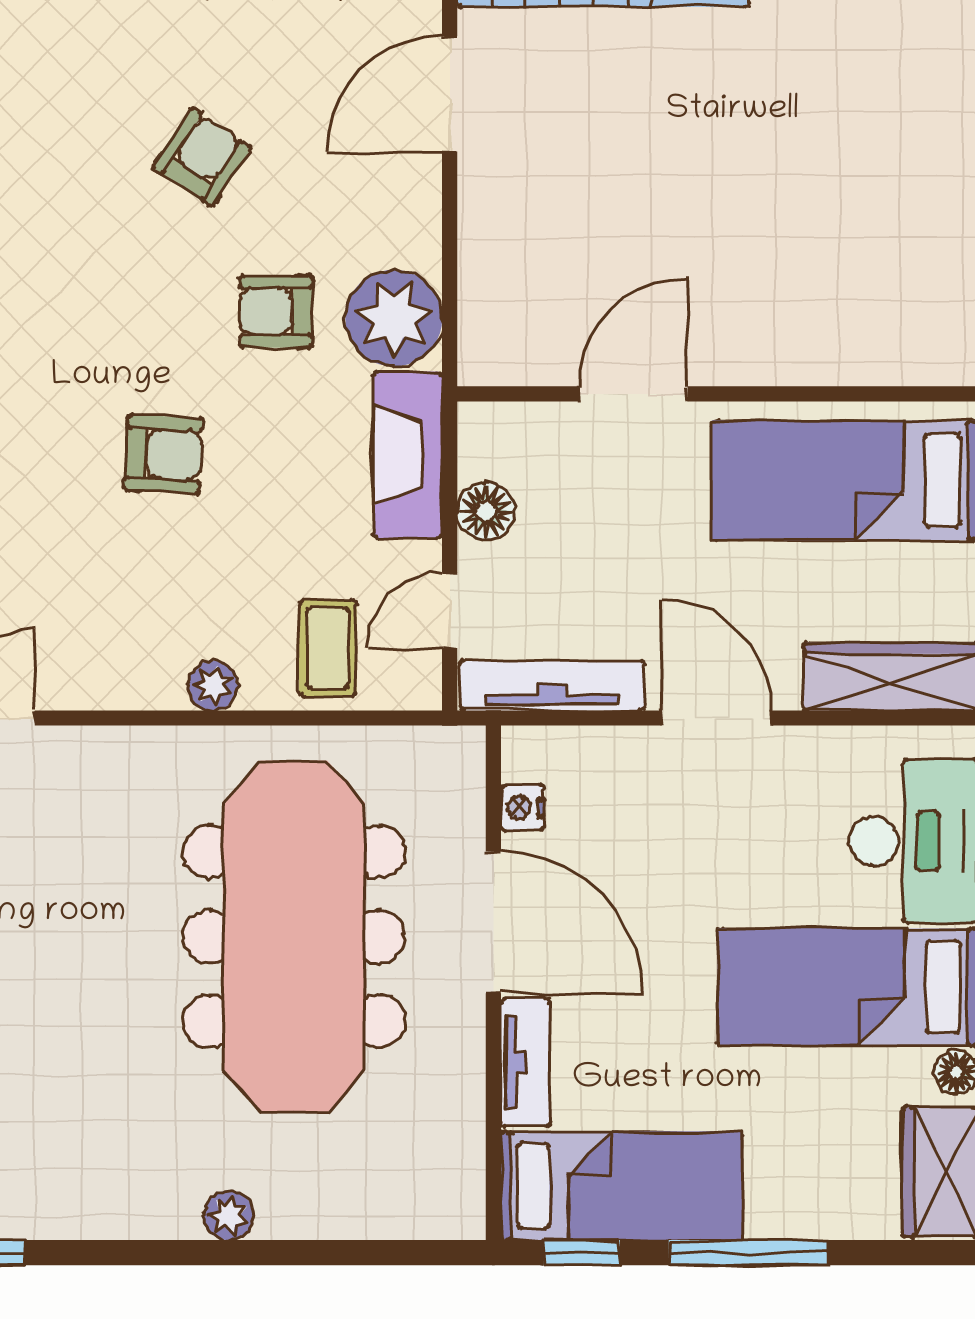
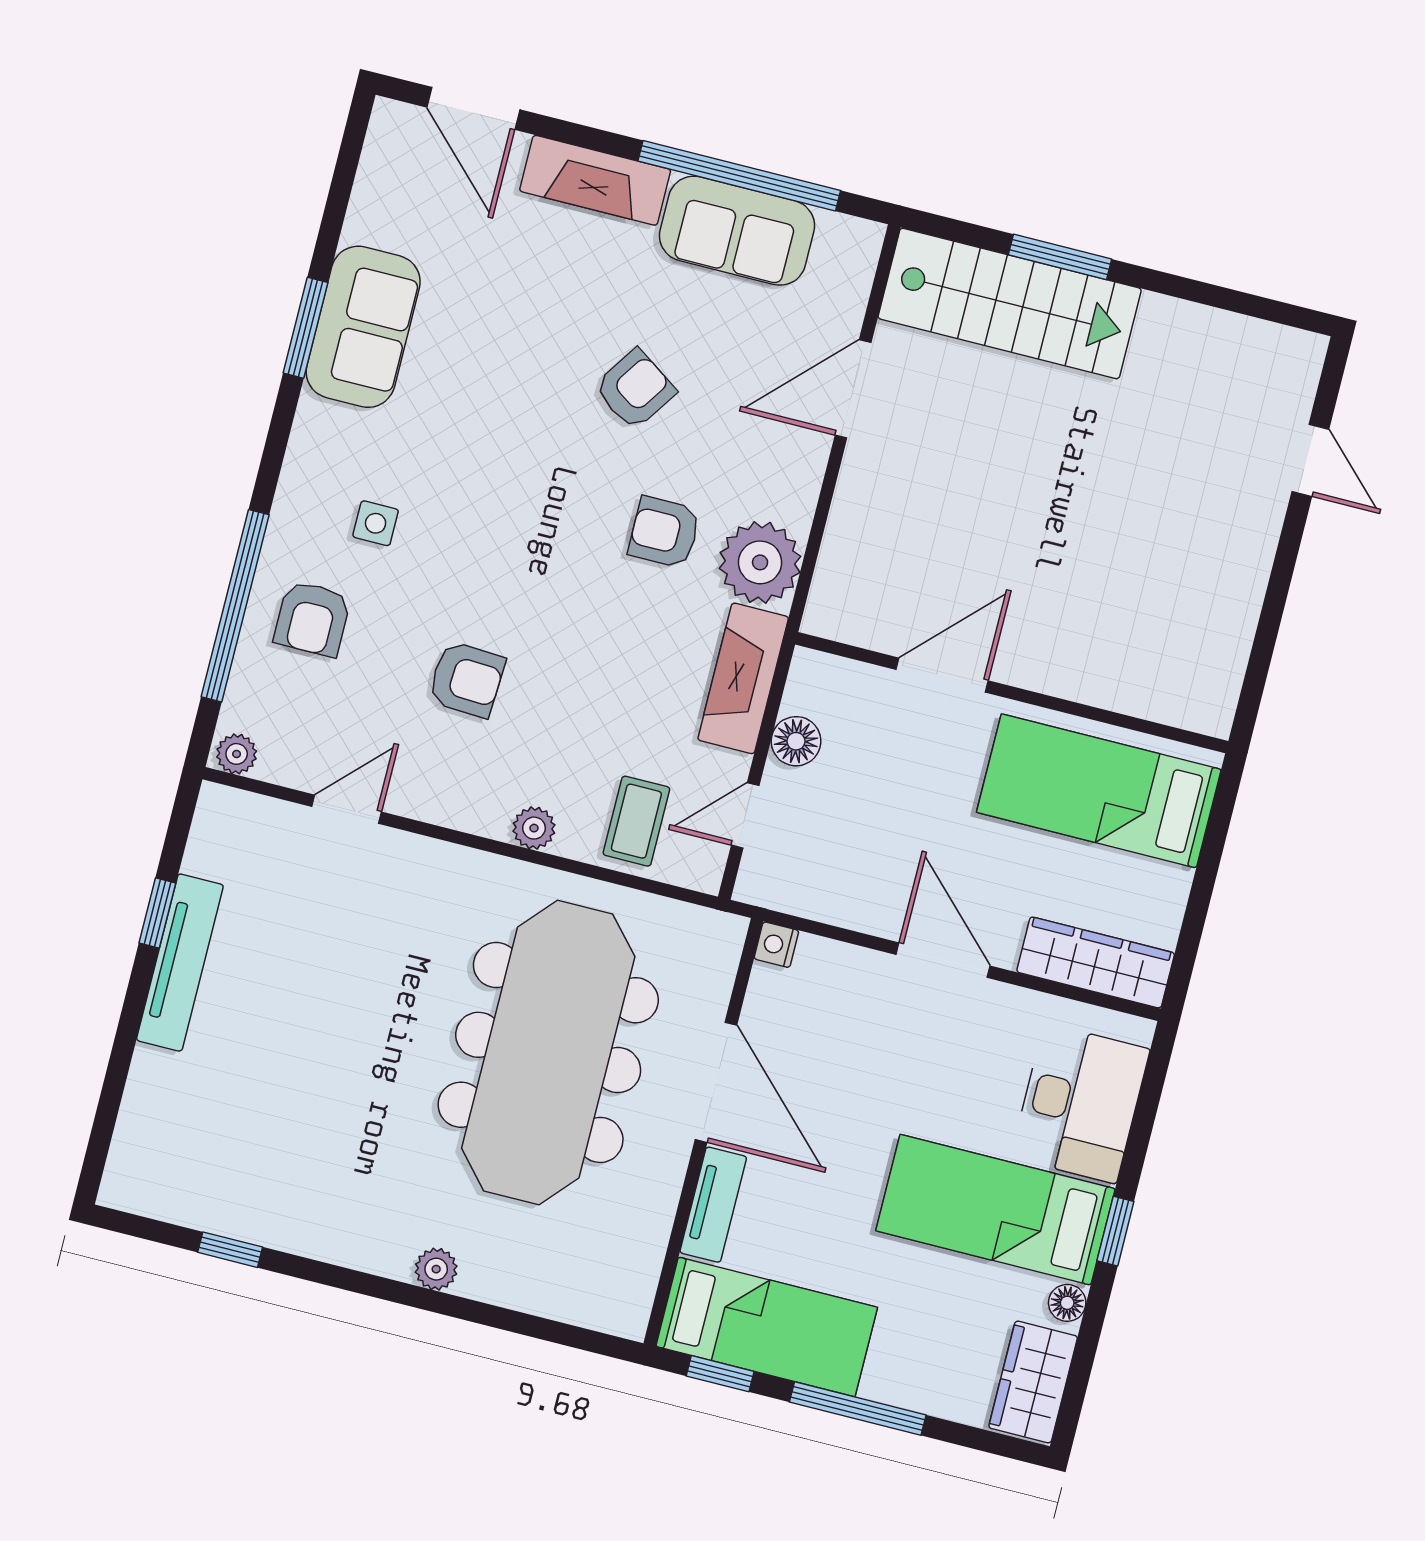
armchair: (163, 454) -> (467, 679), moved
tv unit: (552, 685) -> (814, 899), removed
nightstand: (522, 808) -> (776, 945), moved

